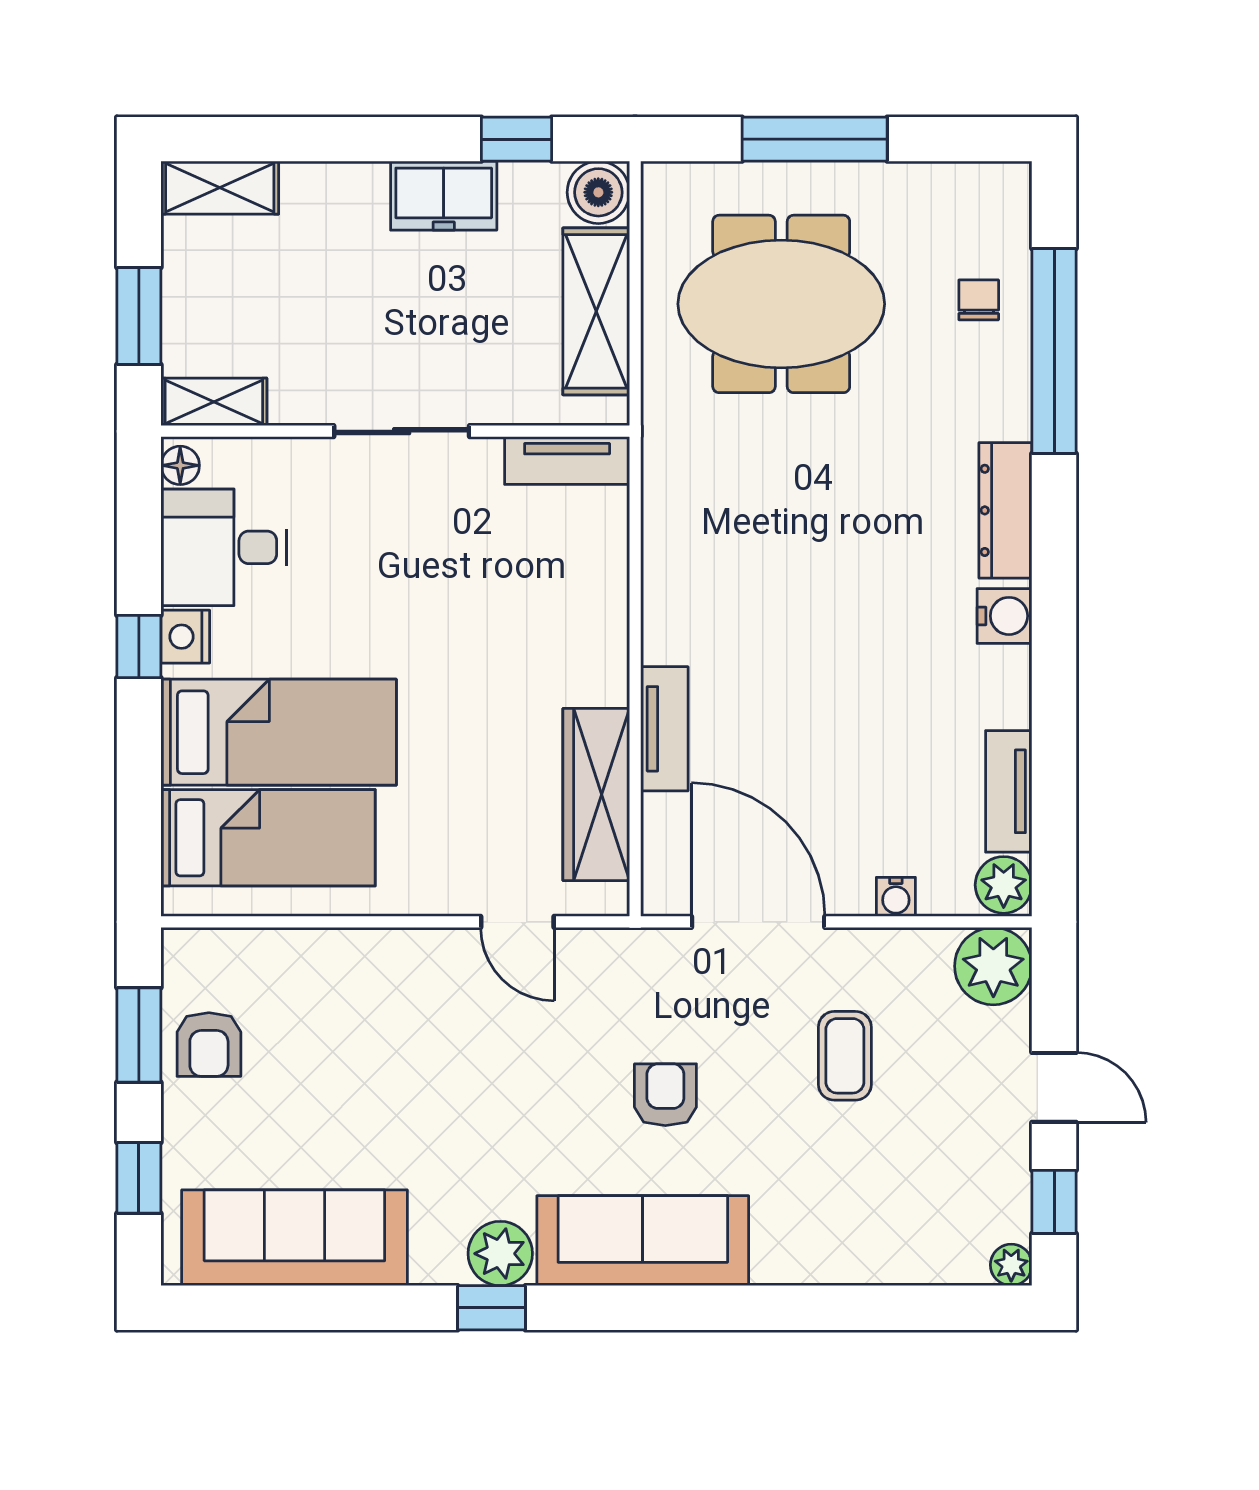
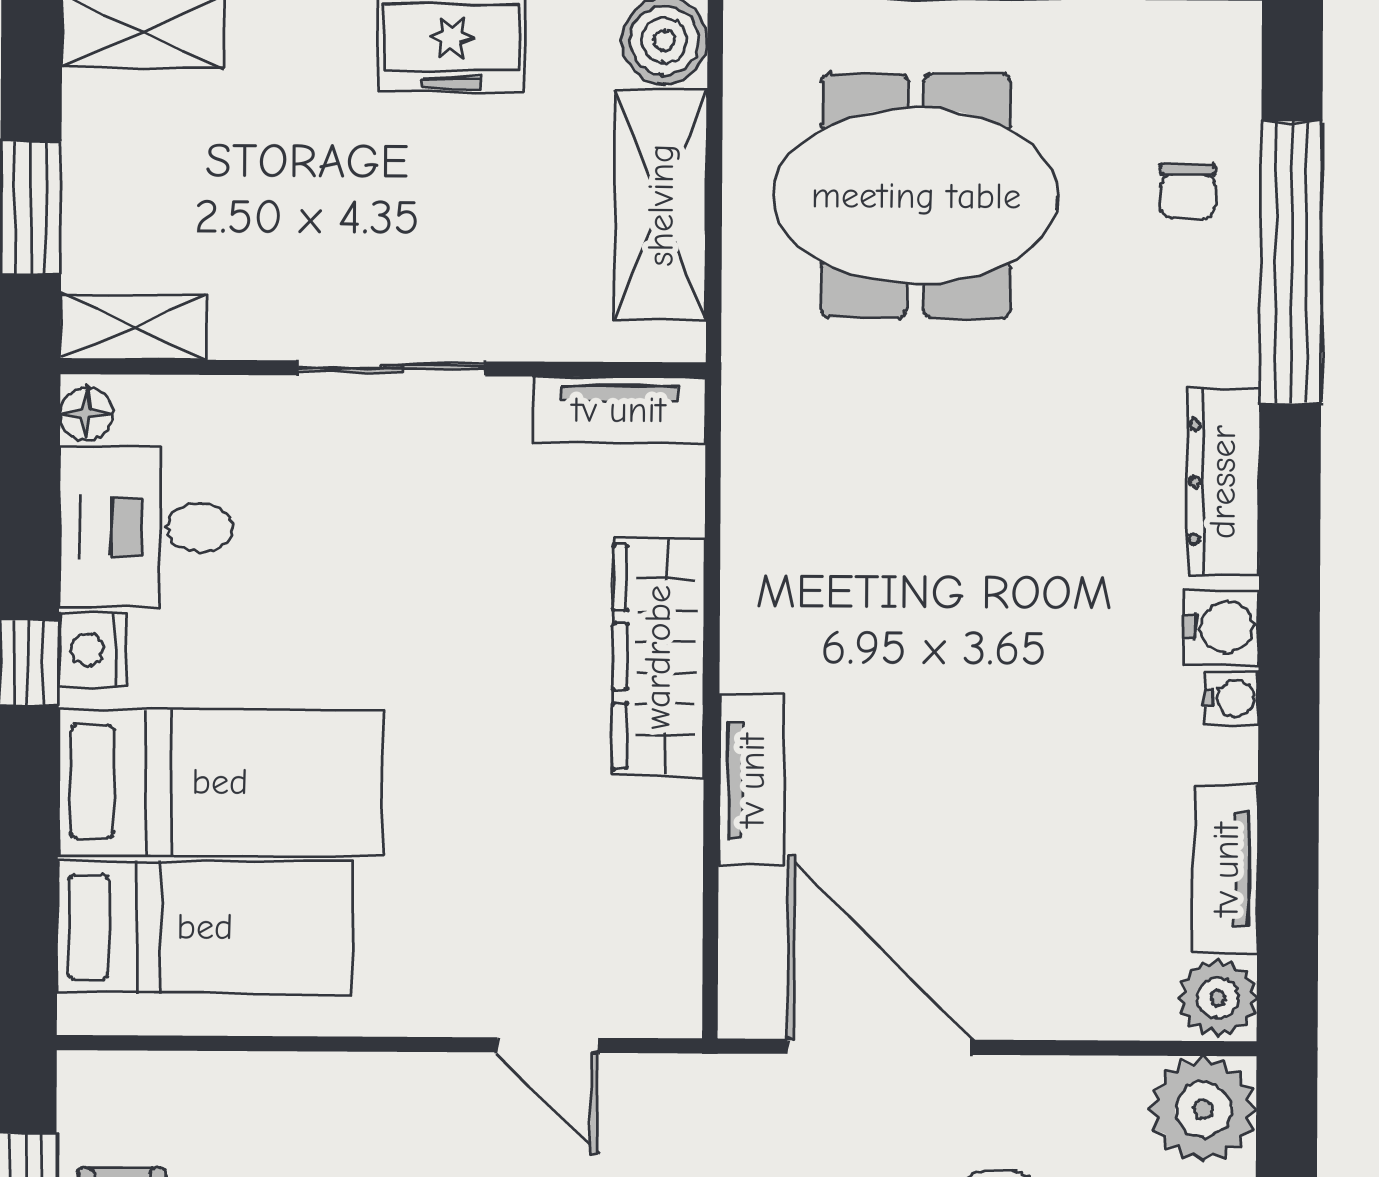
chair: (979, 300) -> (1188, 192), turned 180
wardrobe: (596, 795) -> (658, 657), moved
water cooler: (896, 897) -> (1232, 698), moved, turned -90

